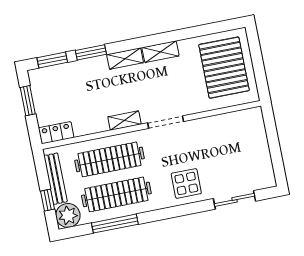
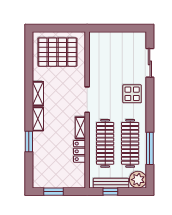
window: (52, 60) -> (29, 169), removed
locker: (56, 133) -> (79, 151), moved
window: (47, 200) -> (110, 192), moved

